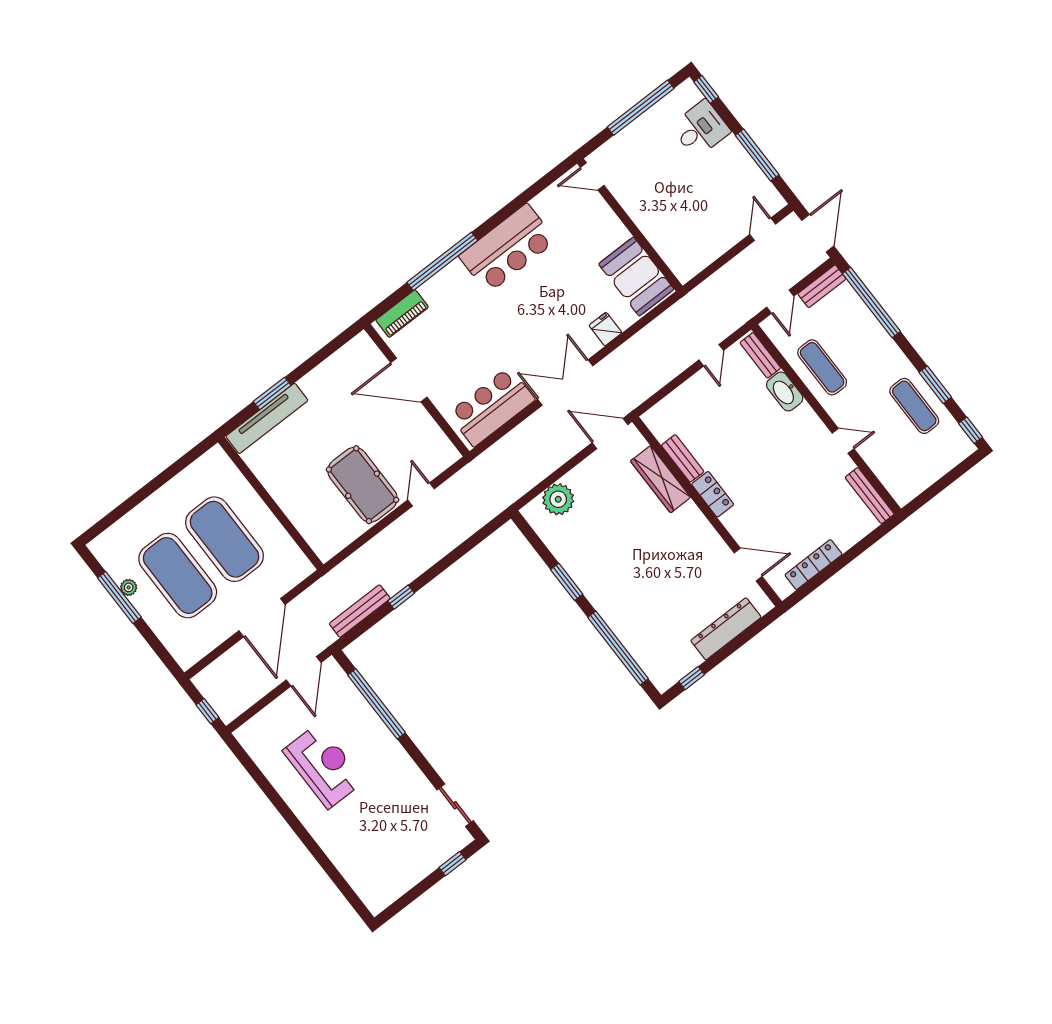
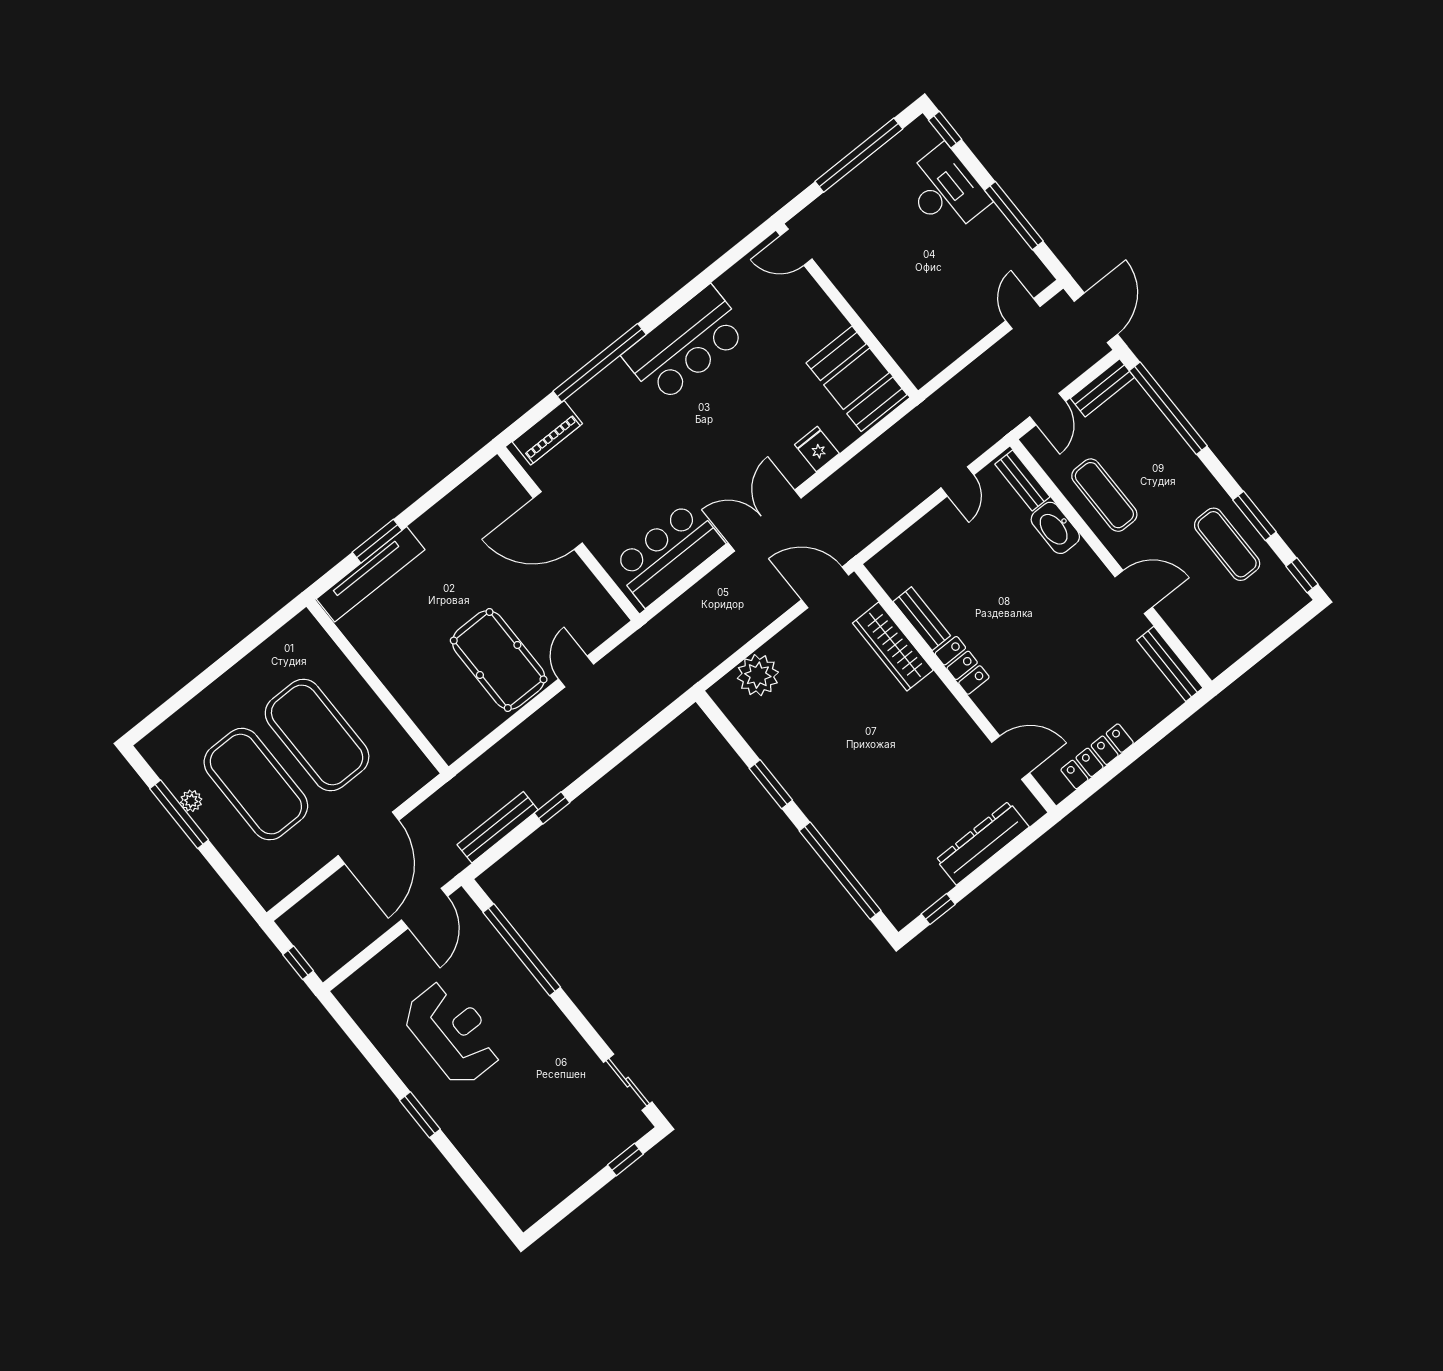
desk: (701, 129) -> (945, 190), width x1.37
door: (843, 441) -> (1134, 592), width x1.37
window: (298, 827) -> (420, 1115), added

